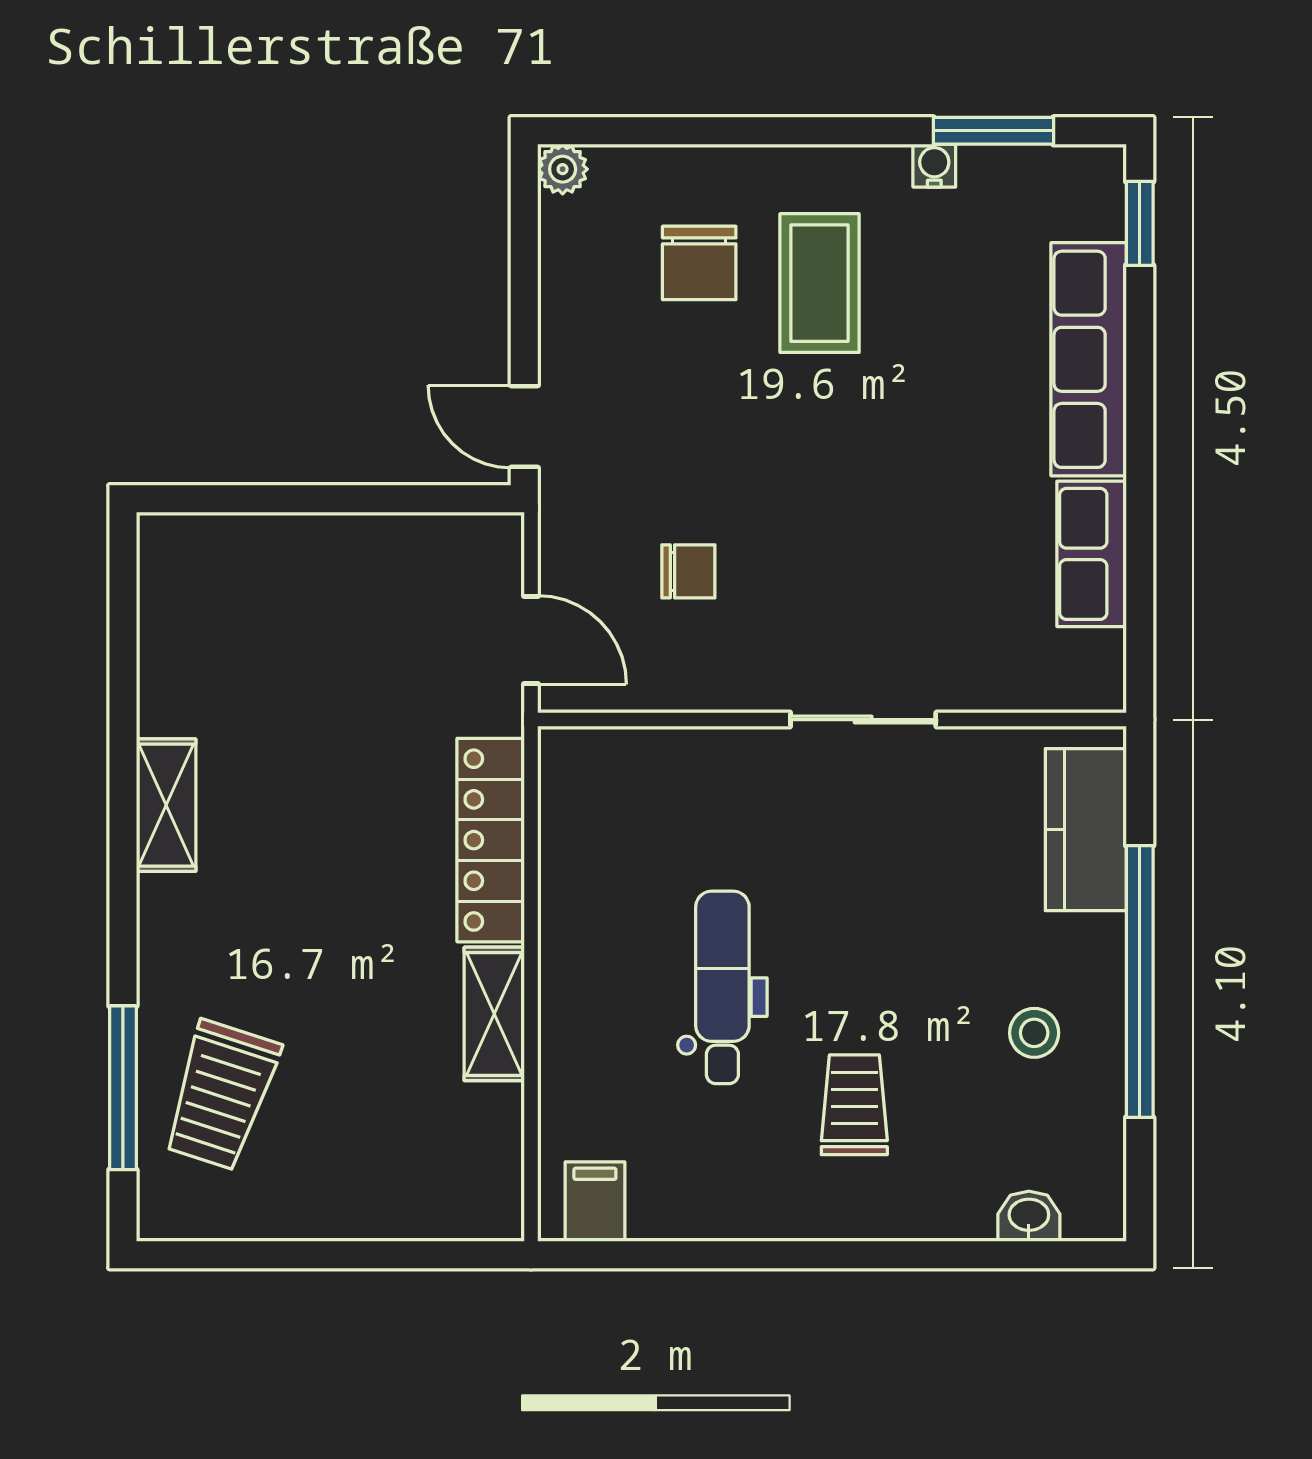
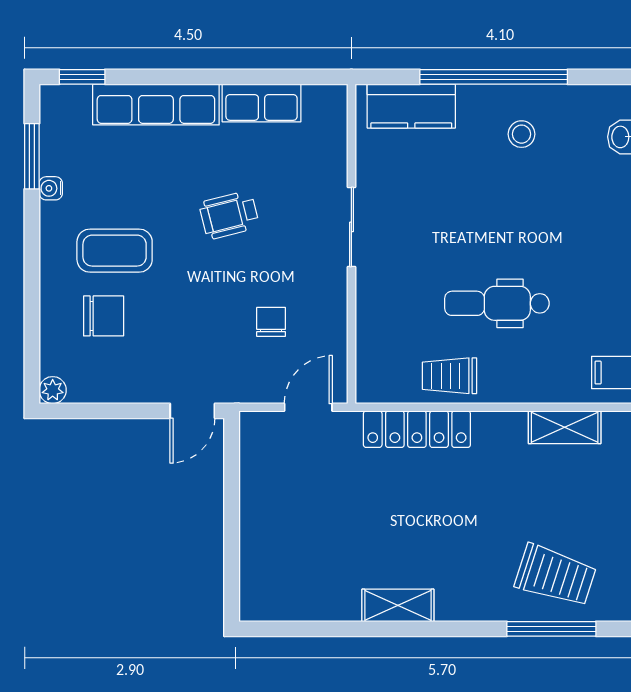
wheelchair: (885, 494) -> (229, 215), added
shelving: (494, 1014) -> (565, 427), moved
trolley: (854, 1105) -> (450, 376), moved

